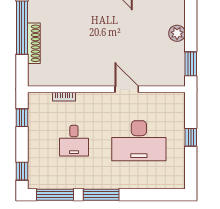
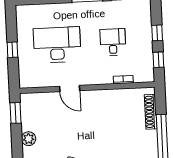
shoe rack: (34, 43) -> (151, 112), moved
window: (22, 171) -> (157, 33), moved

